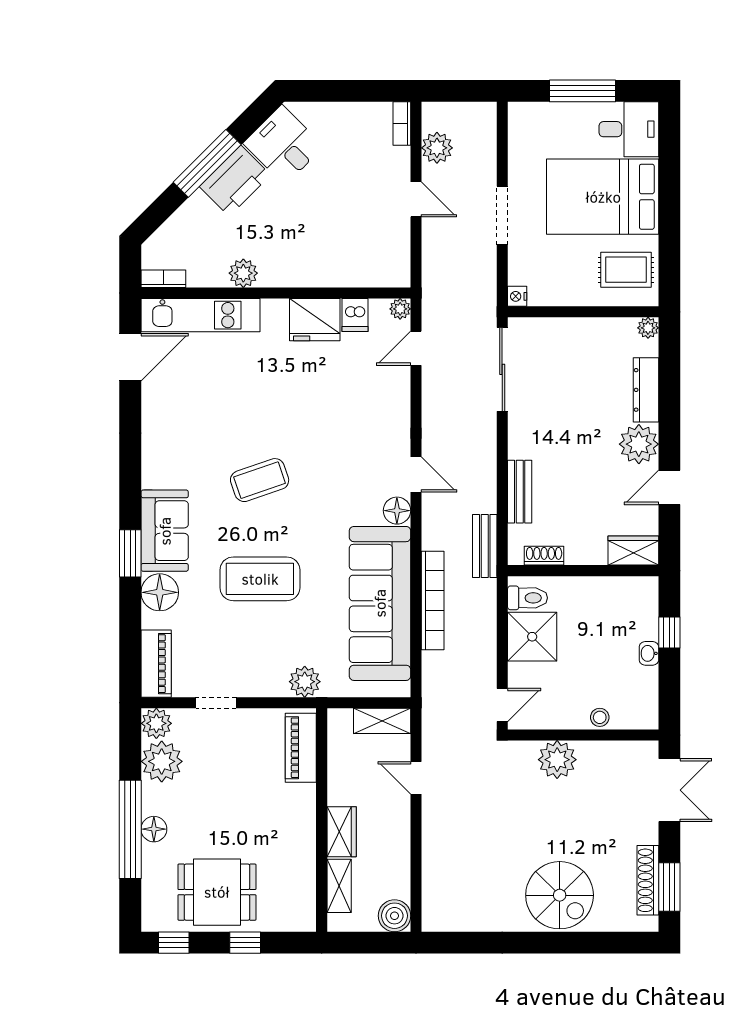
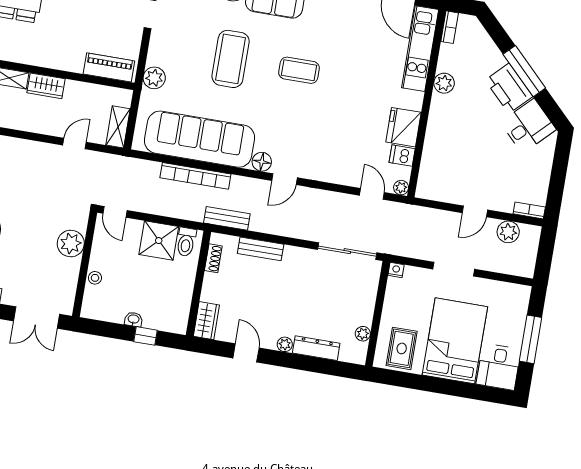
plant: (648, 328) -> (363, 334), moved
plant: (639, 444) -> (285, 344), width x0.53, depth x0.53
coffee table: (260, 480) -> (299, 70), turned -71

